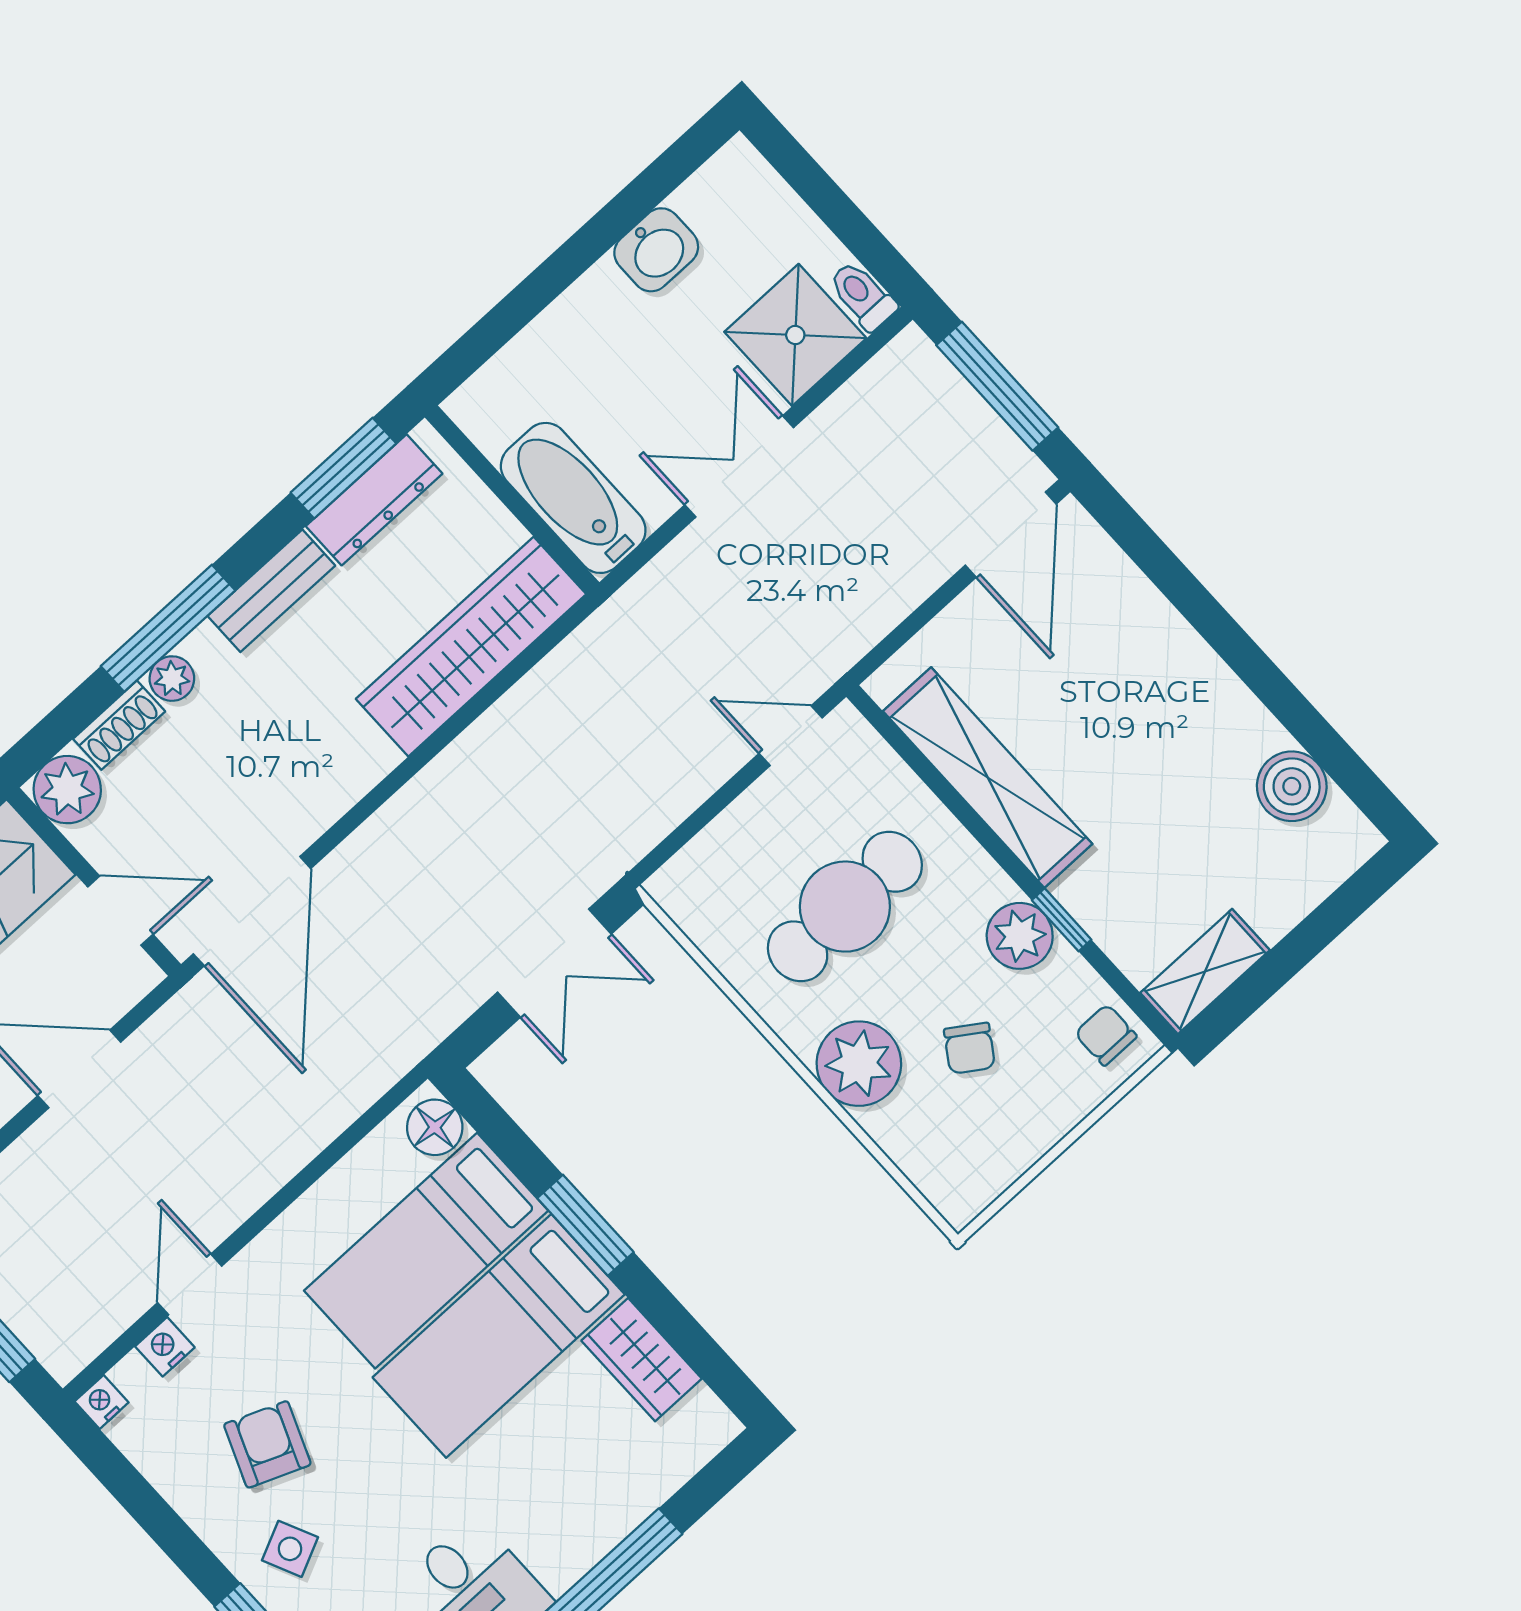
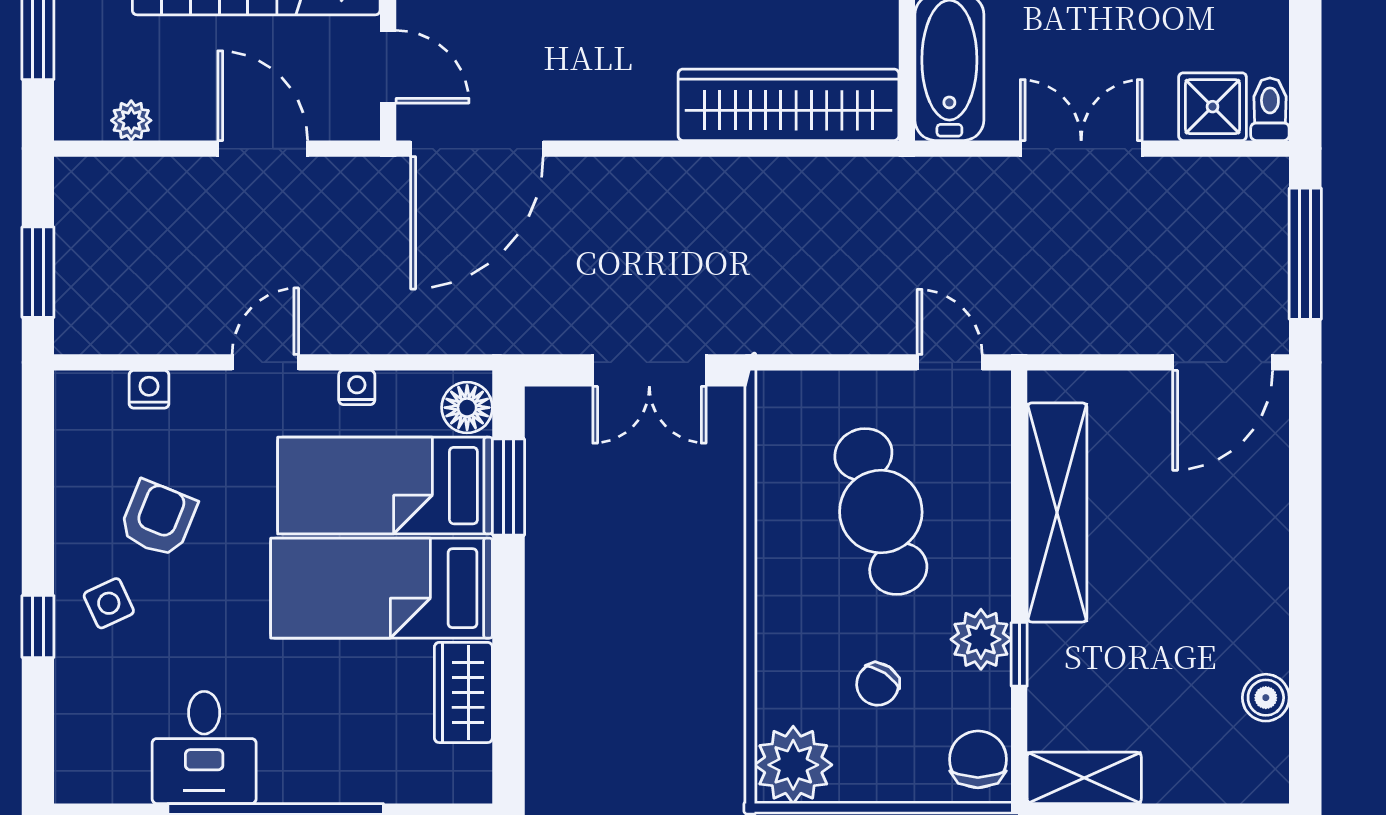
shower: (795, 335) -> (1213, 107), width x0.73, depth x0.73
boiler: (1292, 786) -> (1266, 698), width x0.73, depth x0.73
cafe table: (845, 907) -> (881, 512), turned 74
chair: (1106, 1035) -> (978, 759), width x1.37, depth x1.37
plant: (859, 1064) -> (793, 765), moved
window: (585, 1225) -> (509, 487), moved
door: (190, 1284) -> (265, 362), moved
nightstand: (102, 1402) -> (357, 388), moved

